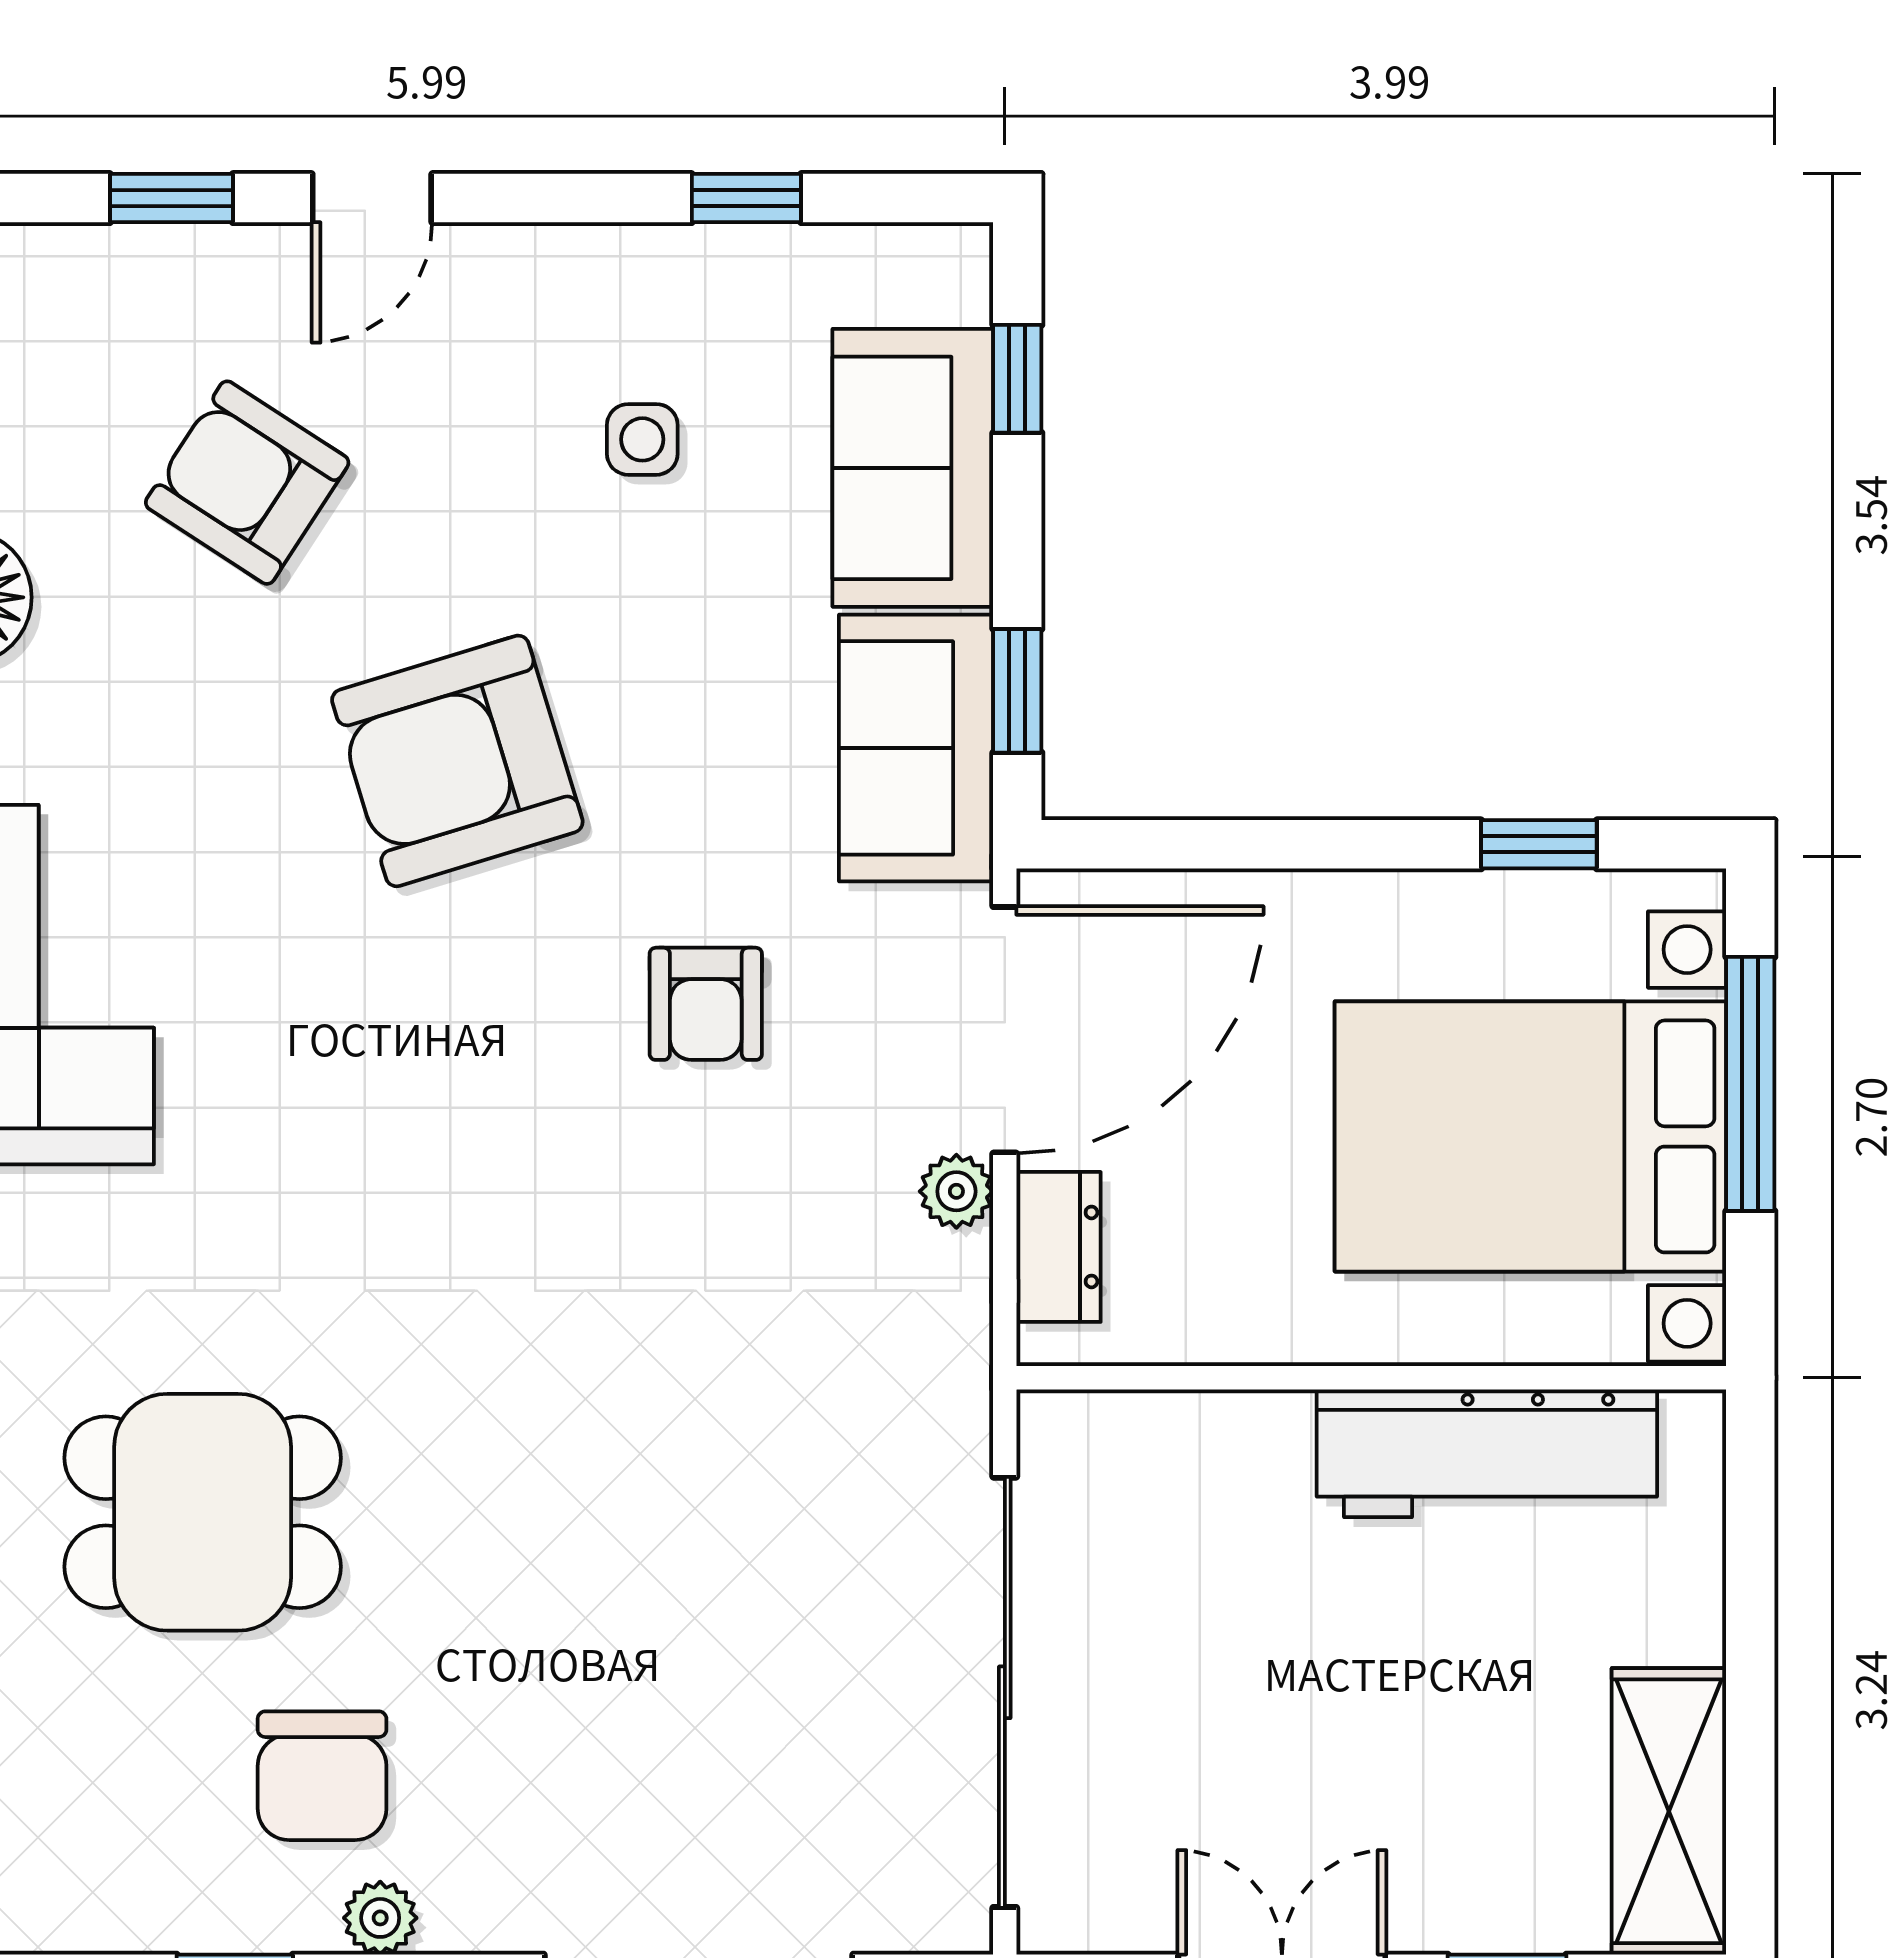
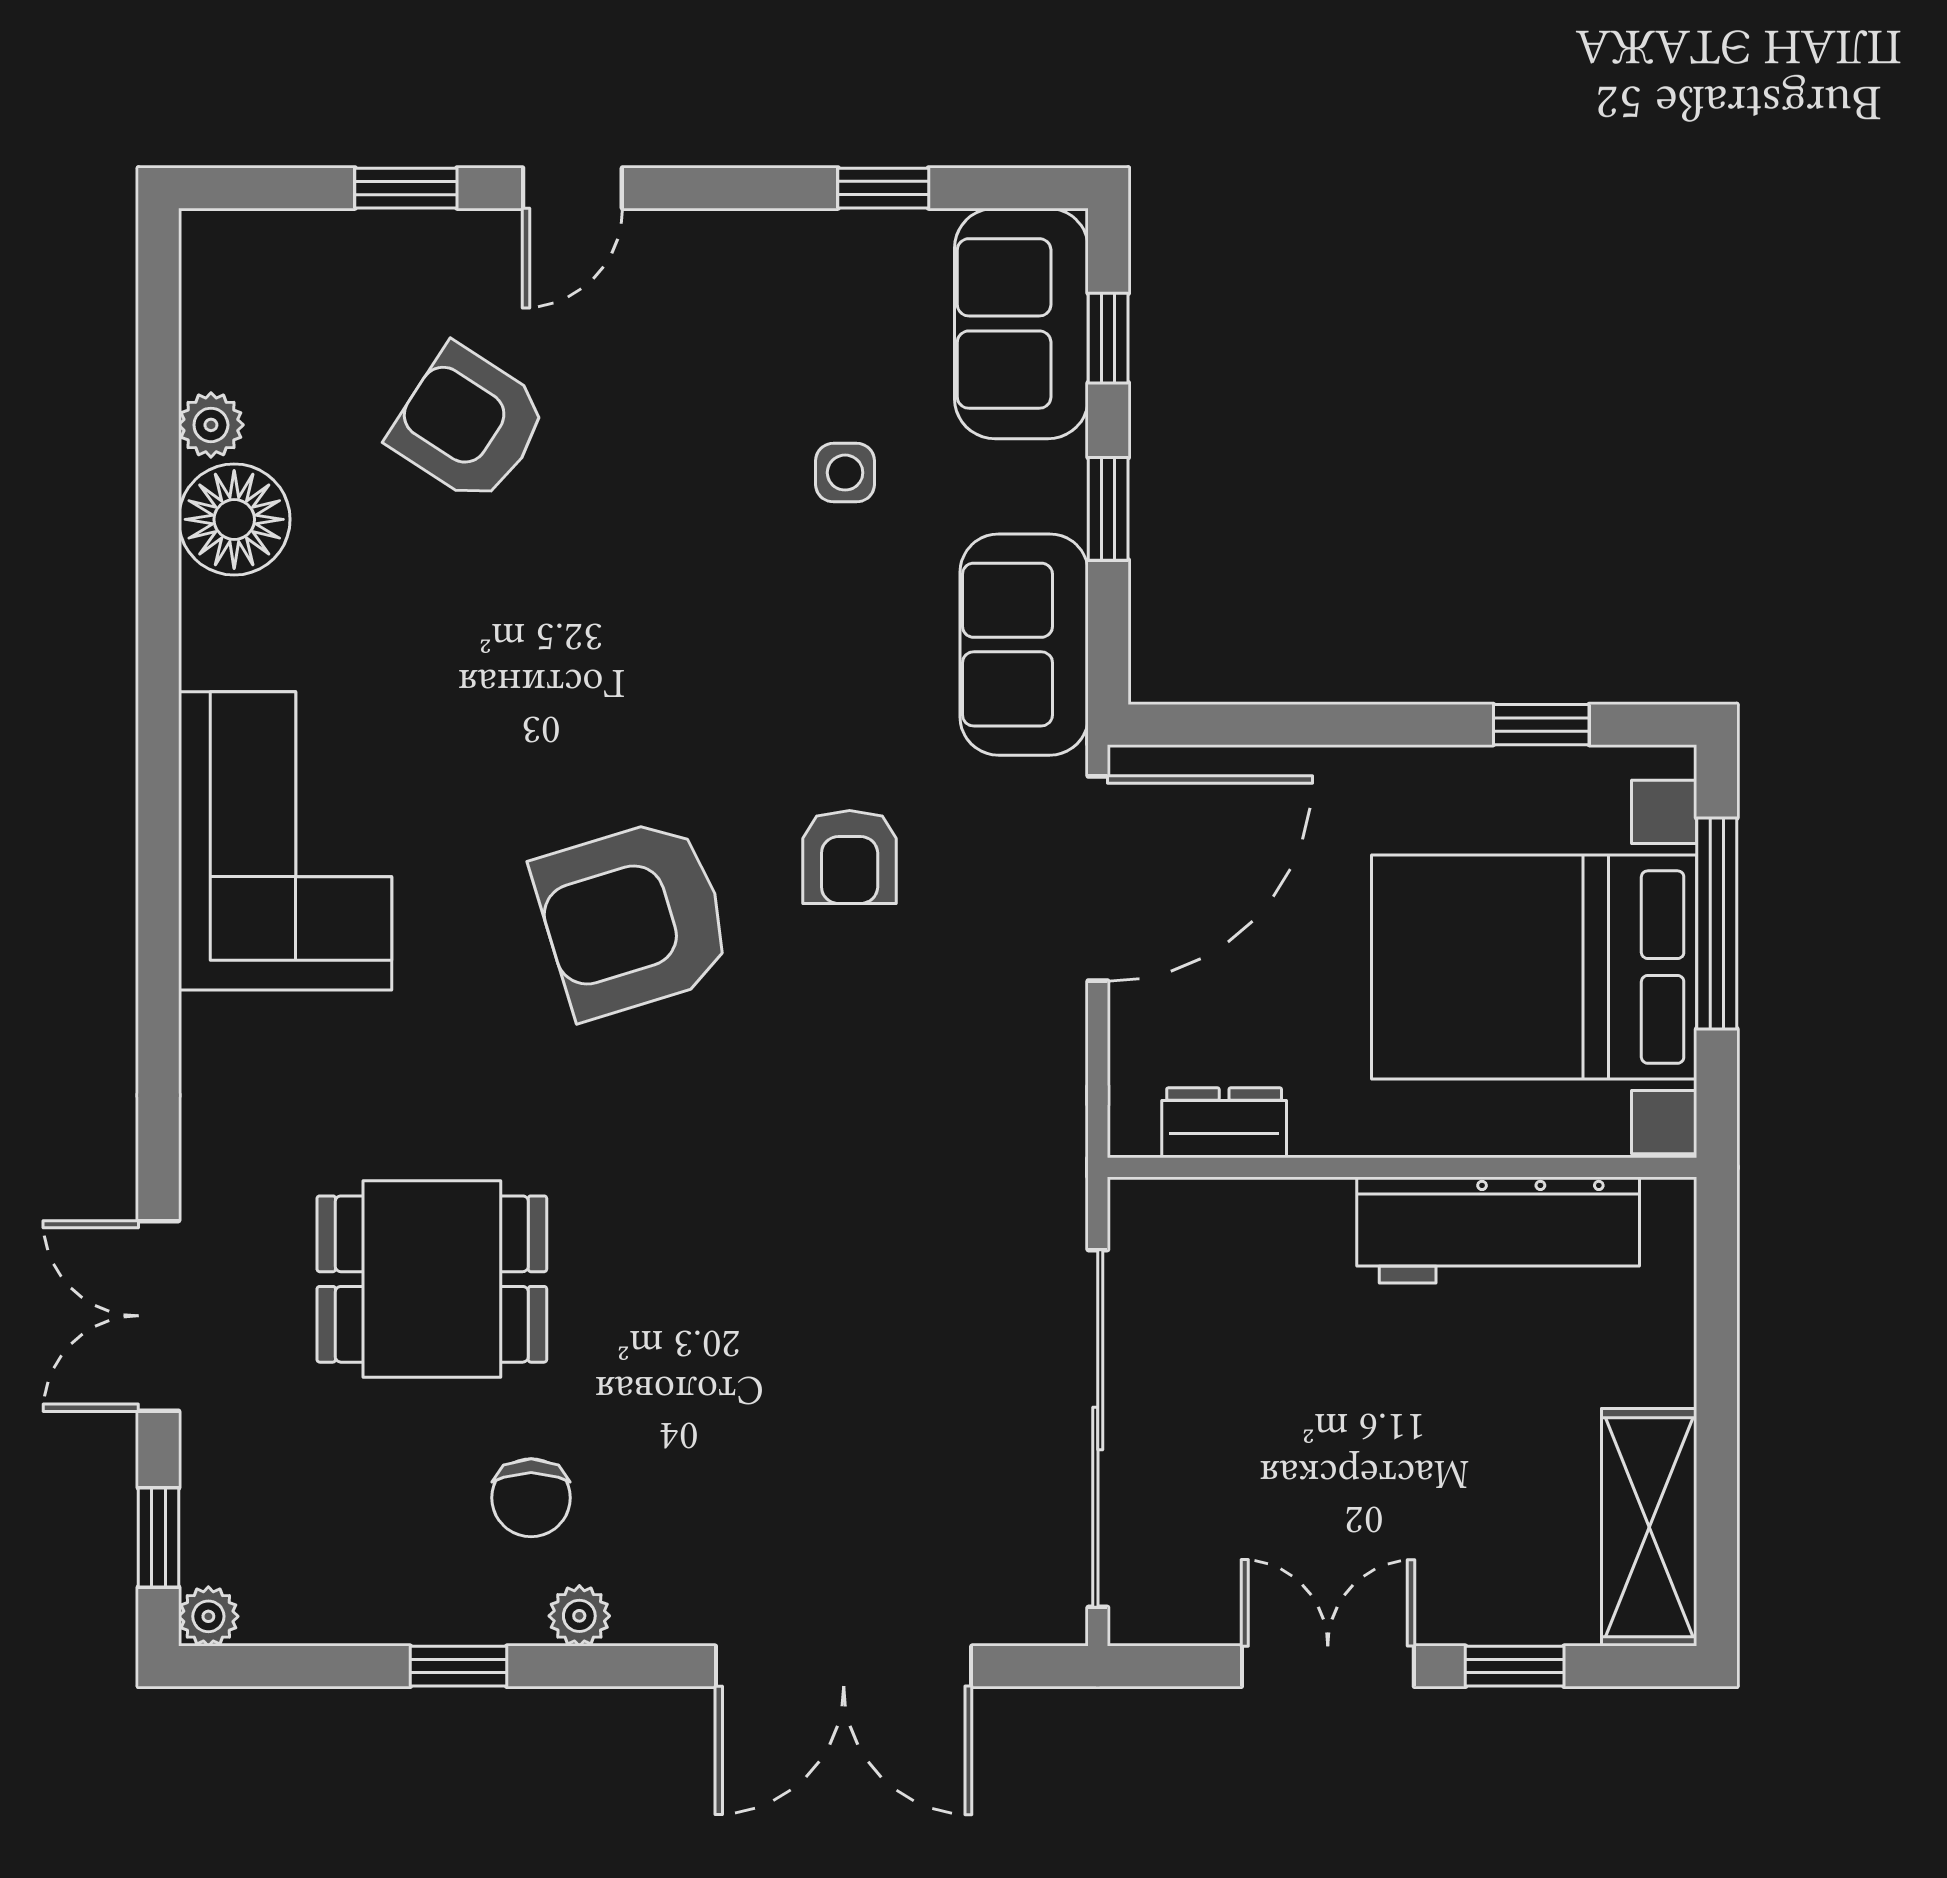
side table: (642, 439) -> (845, 473), moved
sofa: (913, 468) -> (1021, 323), moved
window: (1017, 691) -> (1108, 509), moved
armchair: (457, 761) -> (633, 918), moved
plant: (956, 1191) -> (1058, 1013), removed
dresser: (1059, 1247) -> (1224, 1123), moved, turned -90
chair: (322, 1776) -> (531, 1498), width x0.73, depth x0.73

